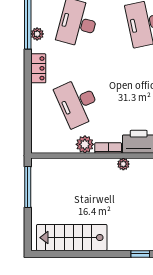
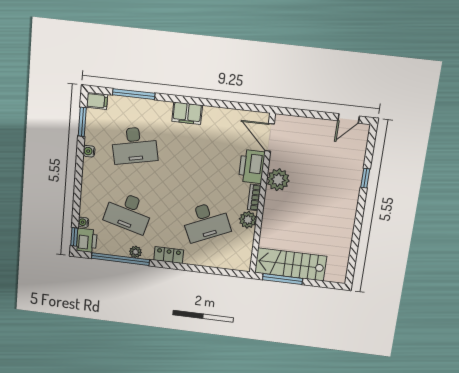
plant: (123, 164) -> (278, 180), width x1.87, depth x1.87
stairs: (72, 238) -> (290, 264), moved, turned 90

